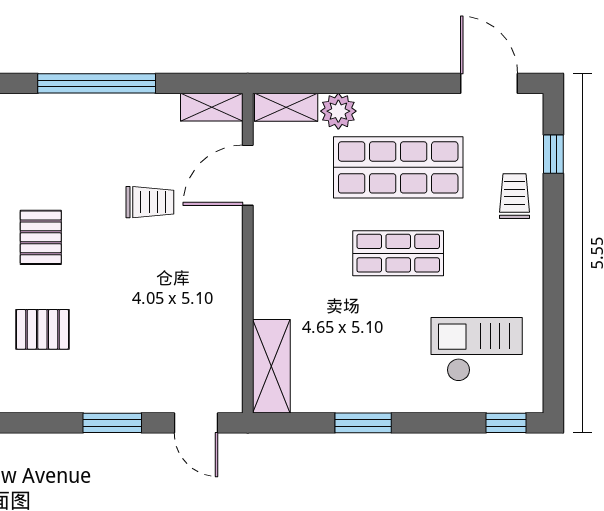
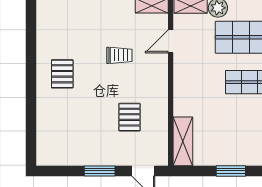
door: (248, 175) -> (171, 41), width x0.73
pallet: (42, 329) -> (129, 117), moved, turned 90

